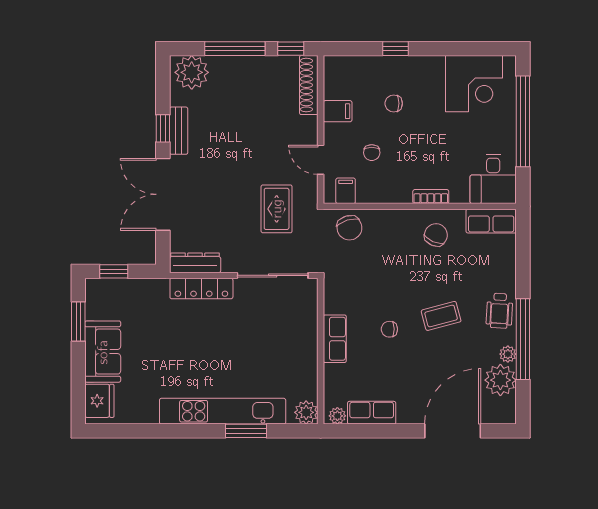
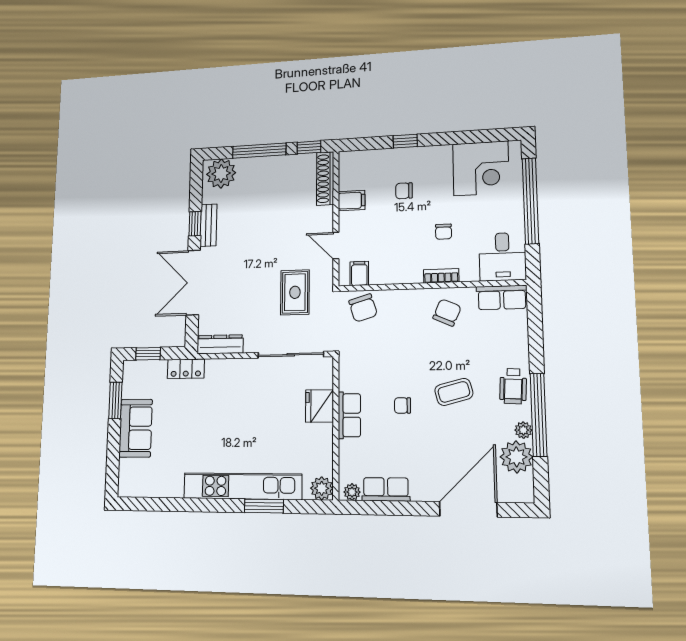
chair: (372, 153) -> (444, 232), moved
locker: (201, 288) -> (186, 369), moved, width x0.66
fridge: (99, 401) -> (319, 406), moved, turned 180

